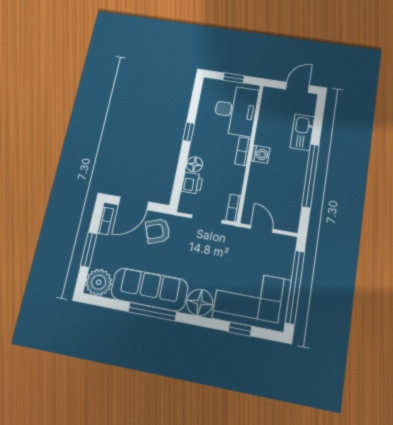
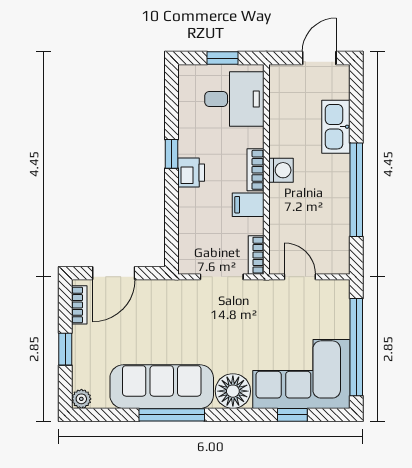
desk: (236, 110) -> (234, 99), width x0.73
floor lamp: (194, 164) -> (189, 201), removed
filing cabinet: (234, 173) -> (248, 205), added
printer: (192, 183) -> (191, 173), moved
armchair: (158, 231) -> (156, 306), removed
window: (89, 250) -> (65, 349), width x0.67
plant: (99, 282) -> (81, 399), width x0.53, depth x0.53

